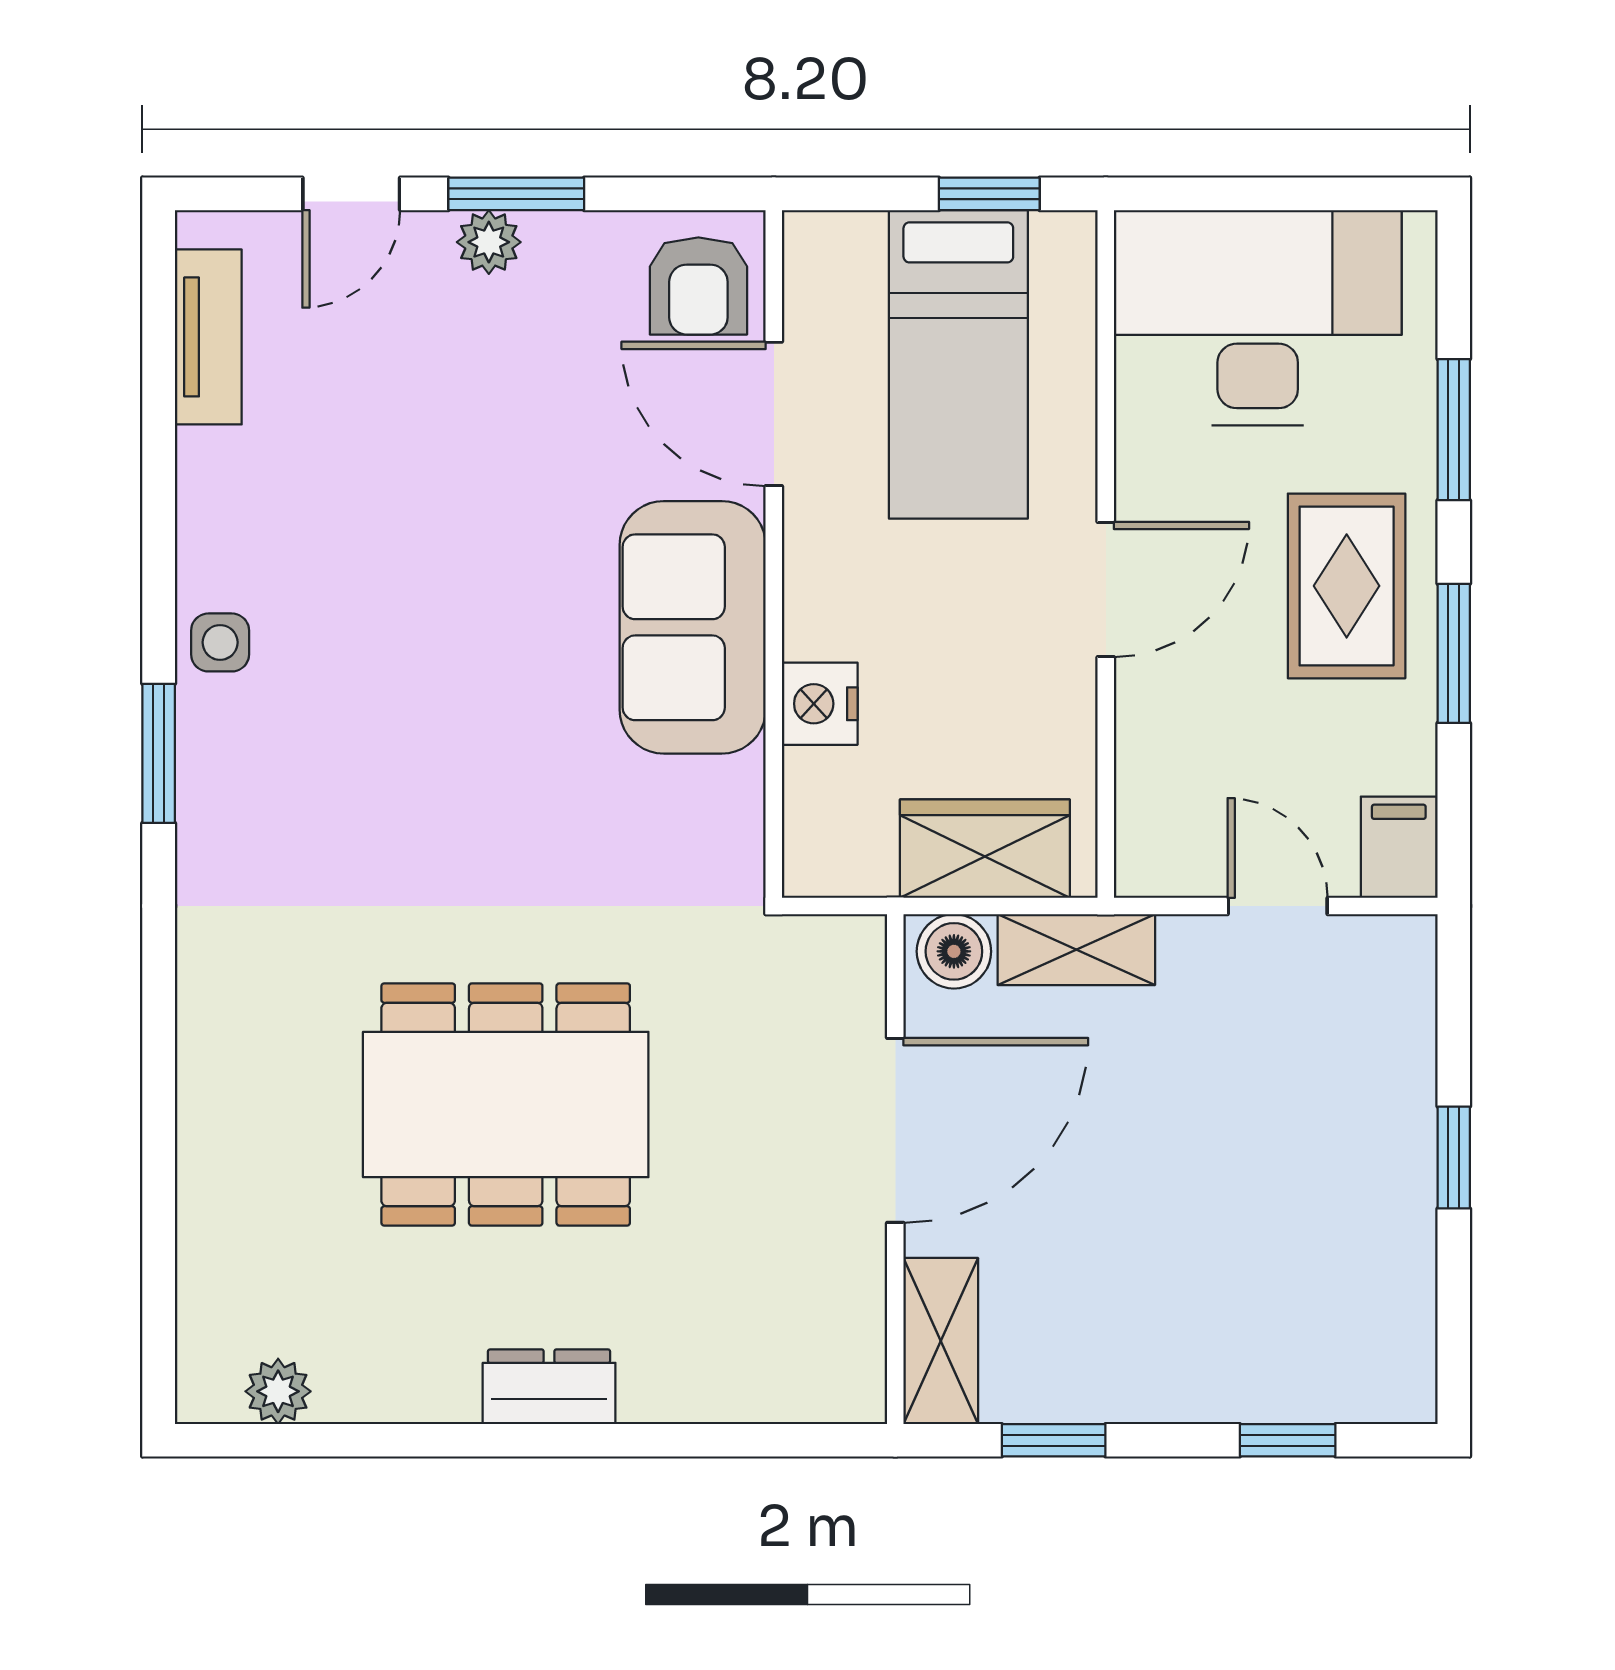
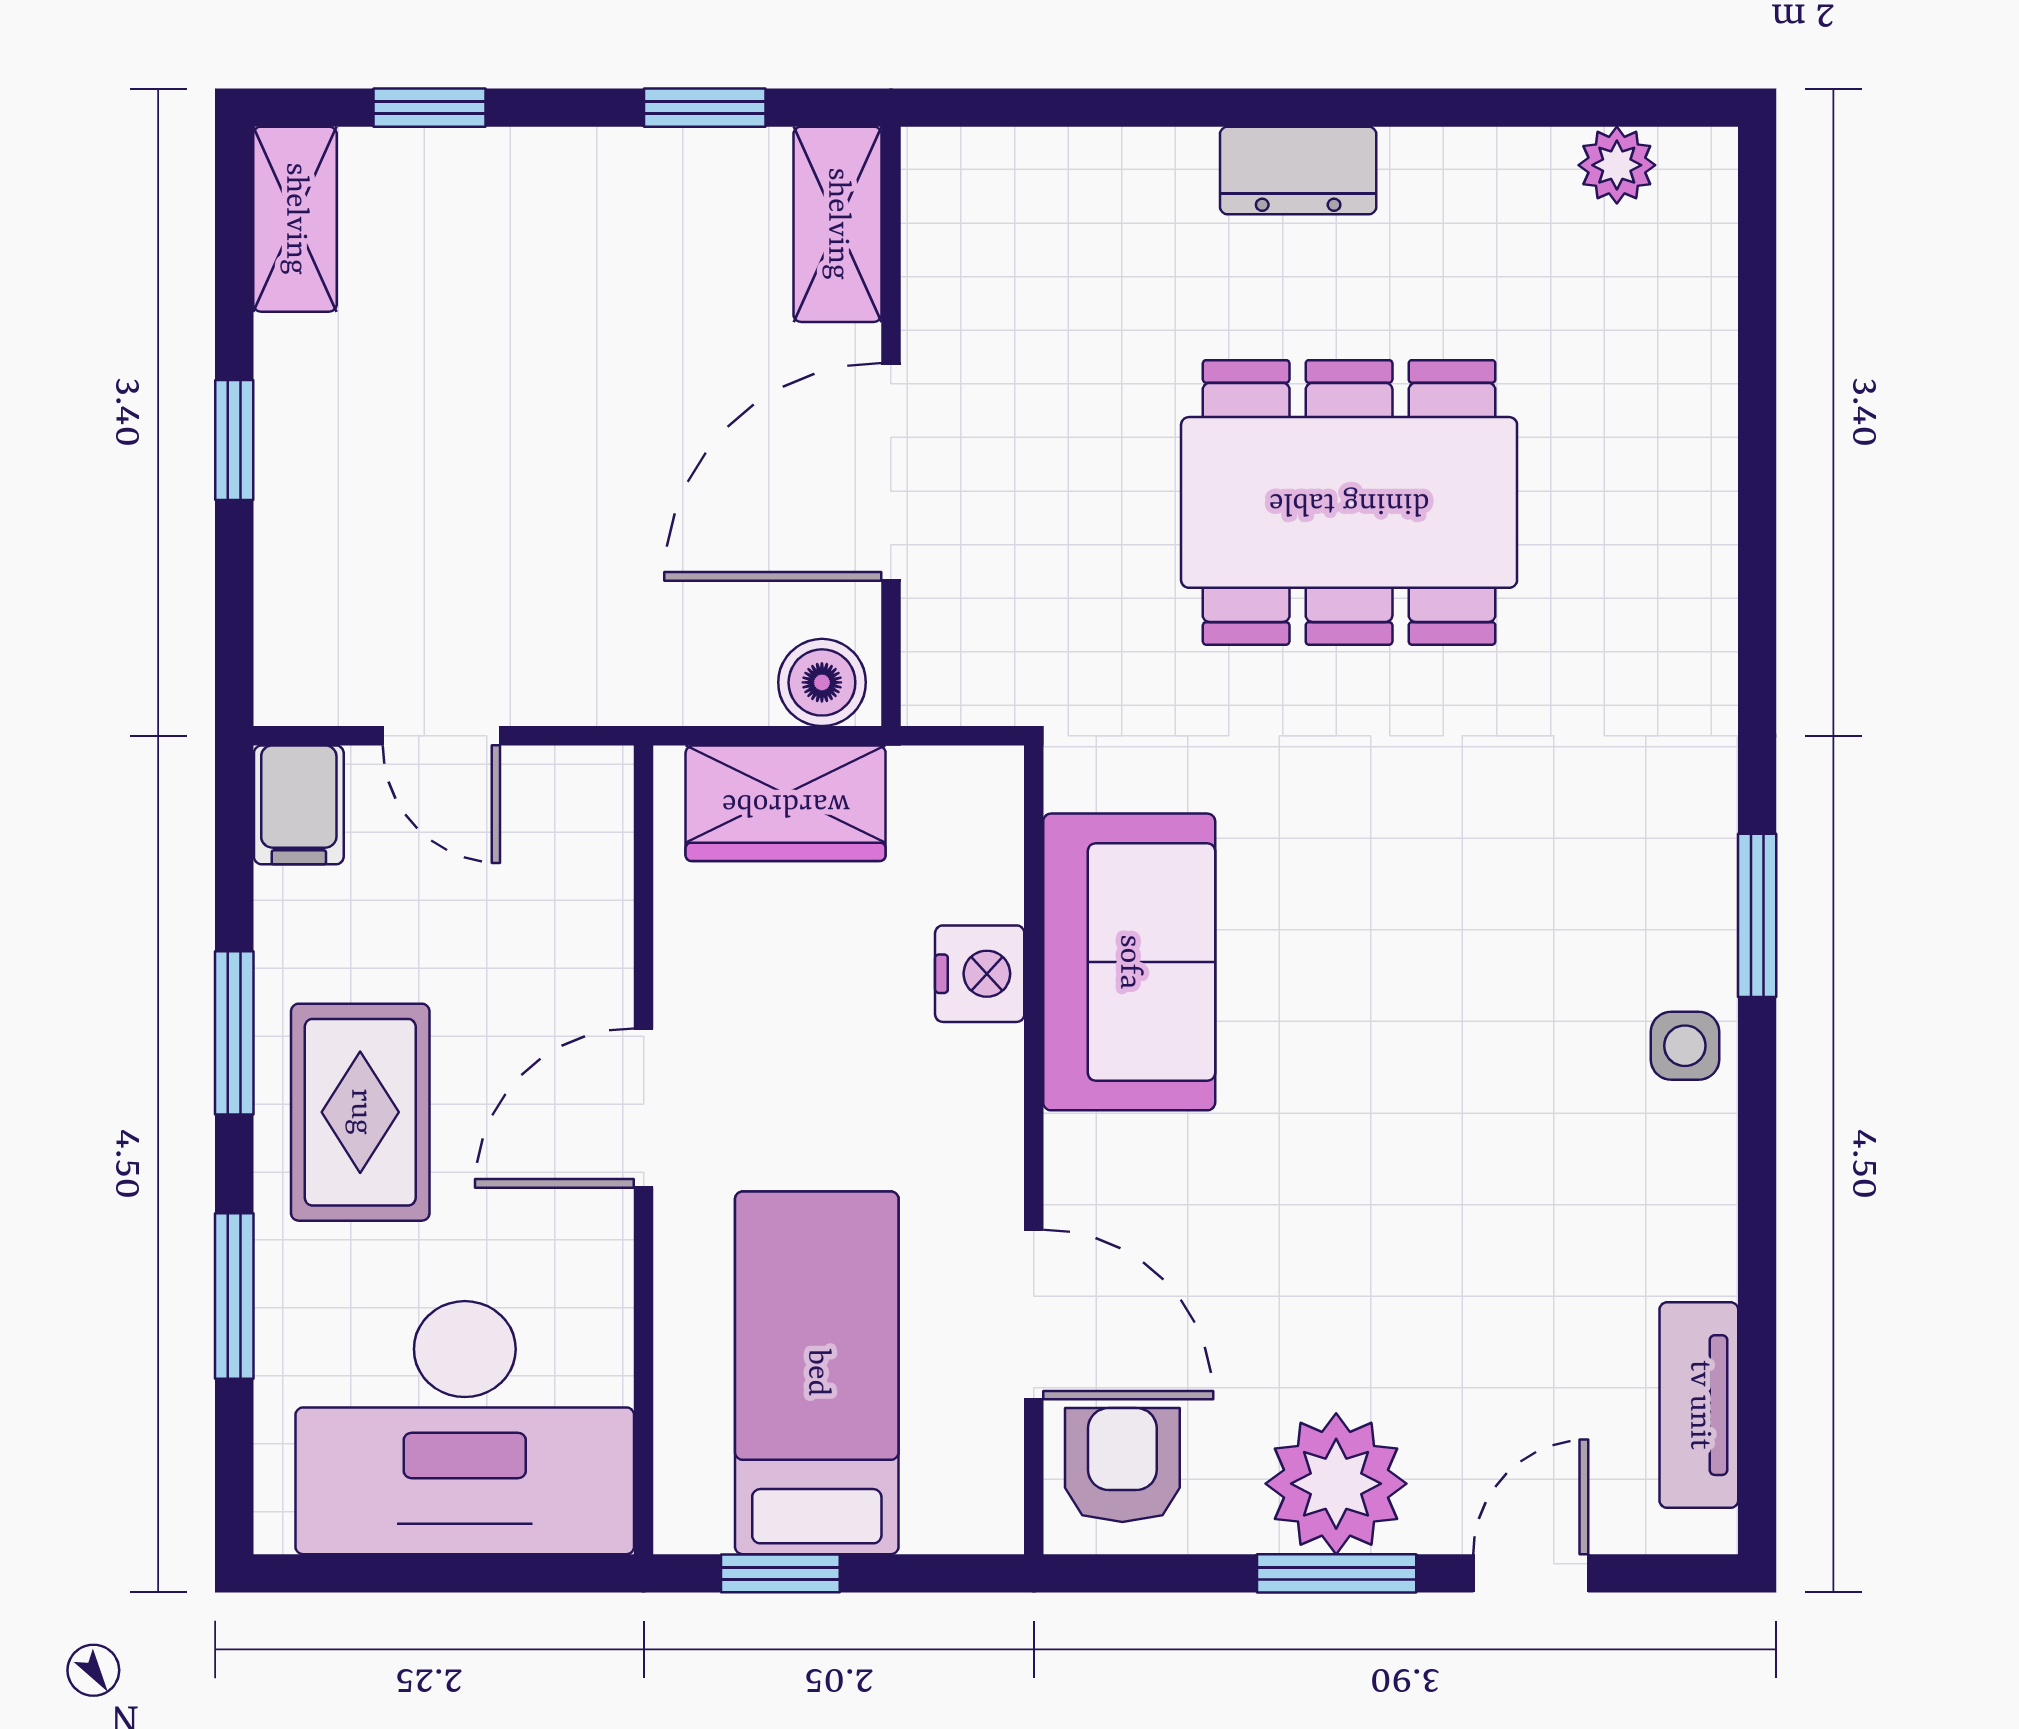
plant: (489, 242) -> (1336, 1484), width x1.87, depth x1.87
sofa: (693, 627) -> (1129, 962), moved
shelving: (1076, 950) -> (295, 219), moved, turned 90

